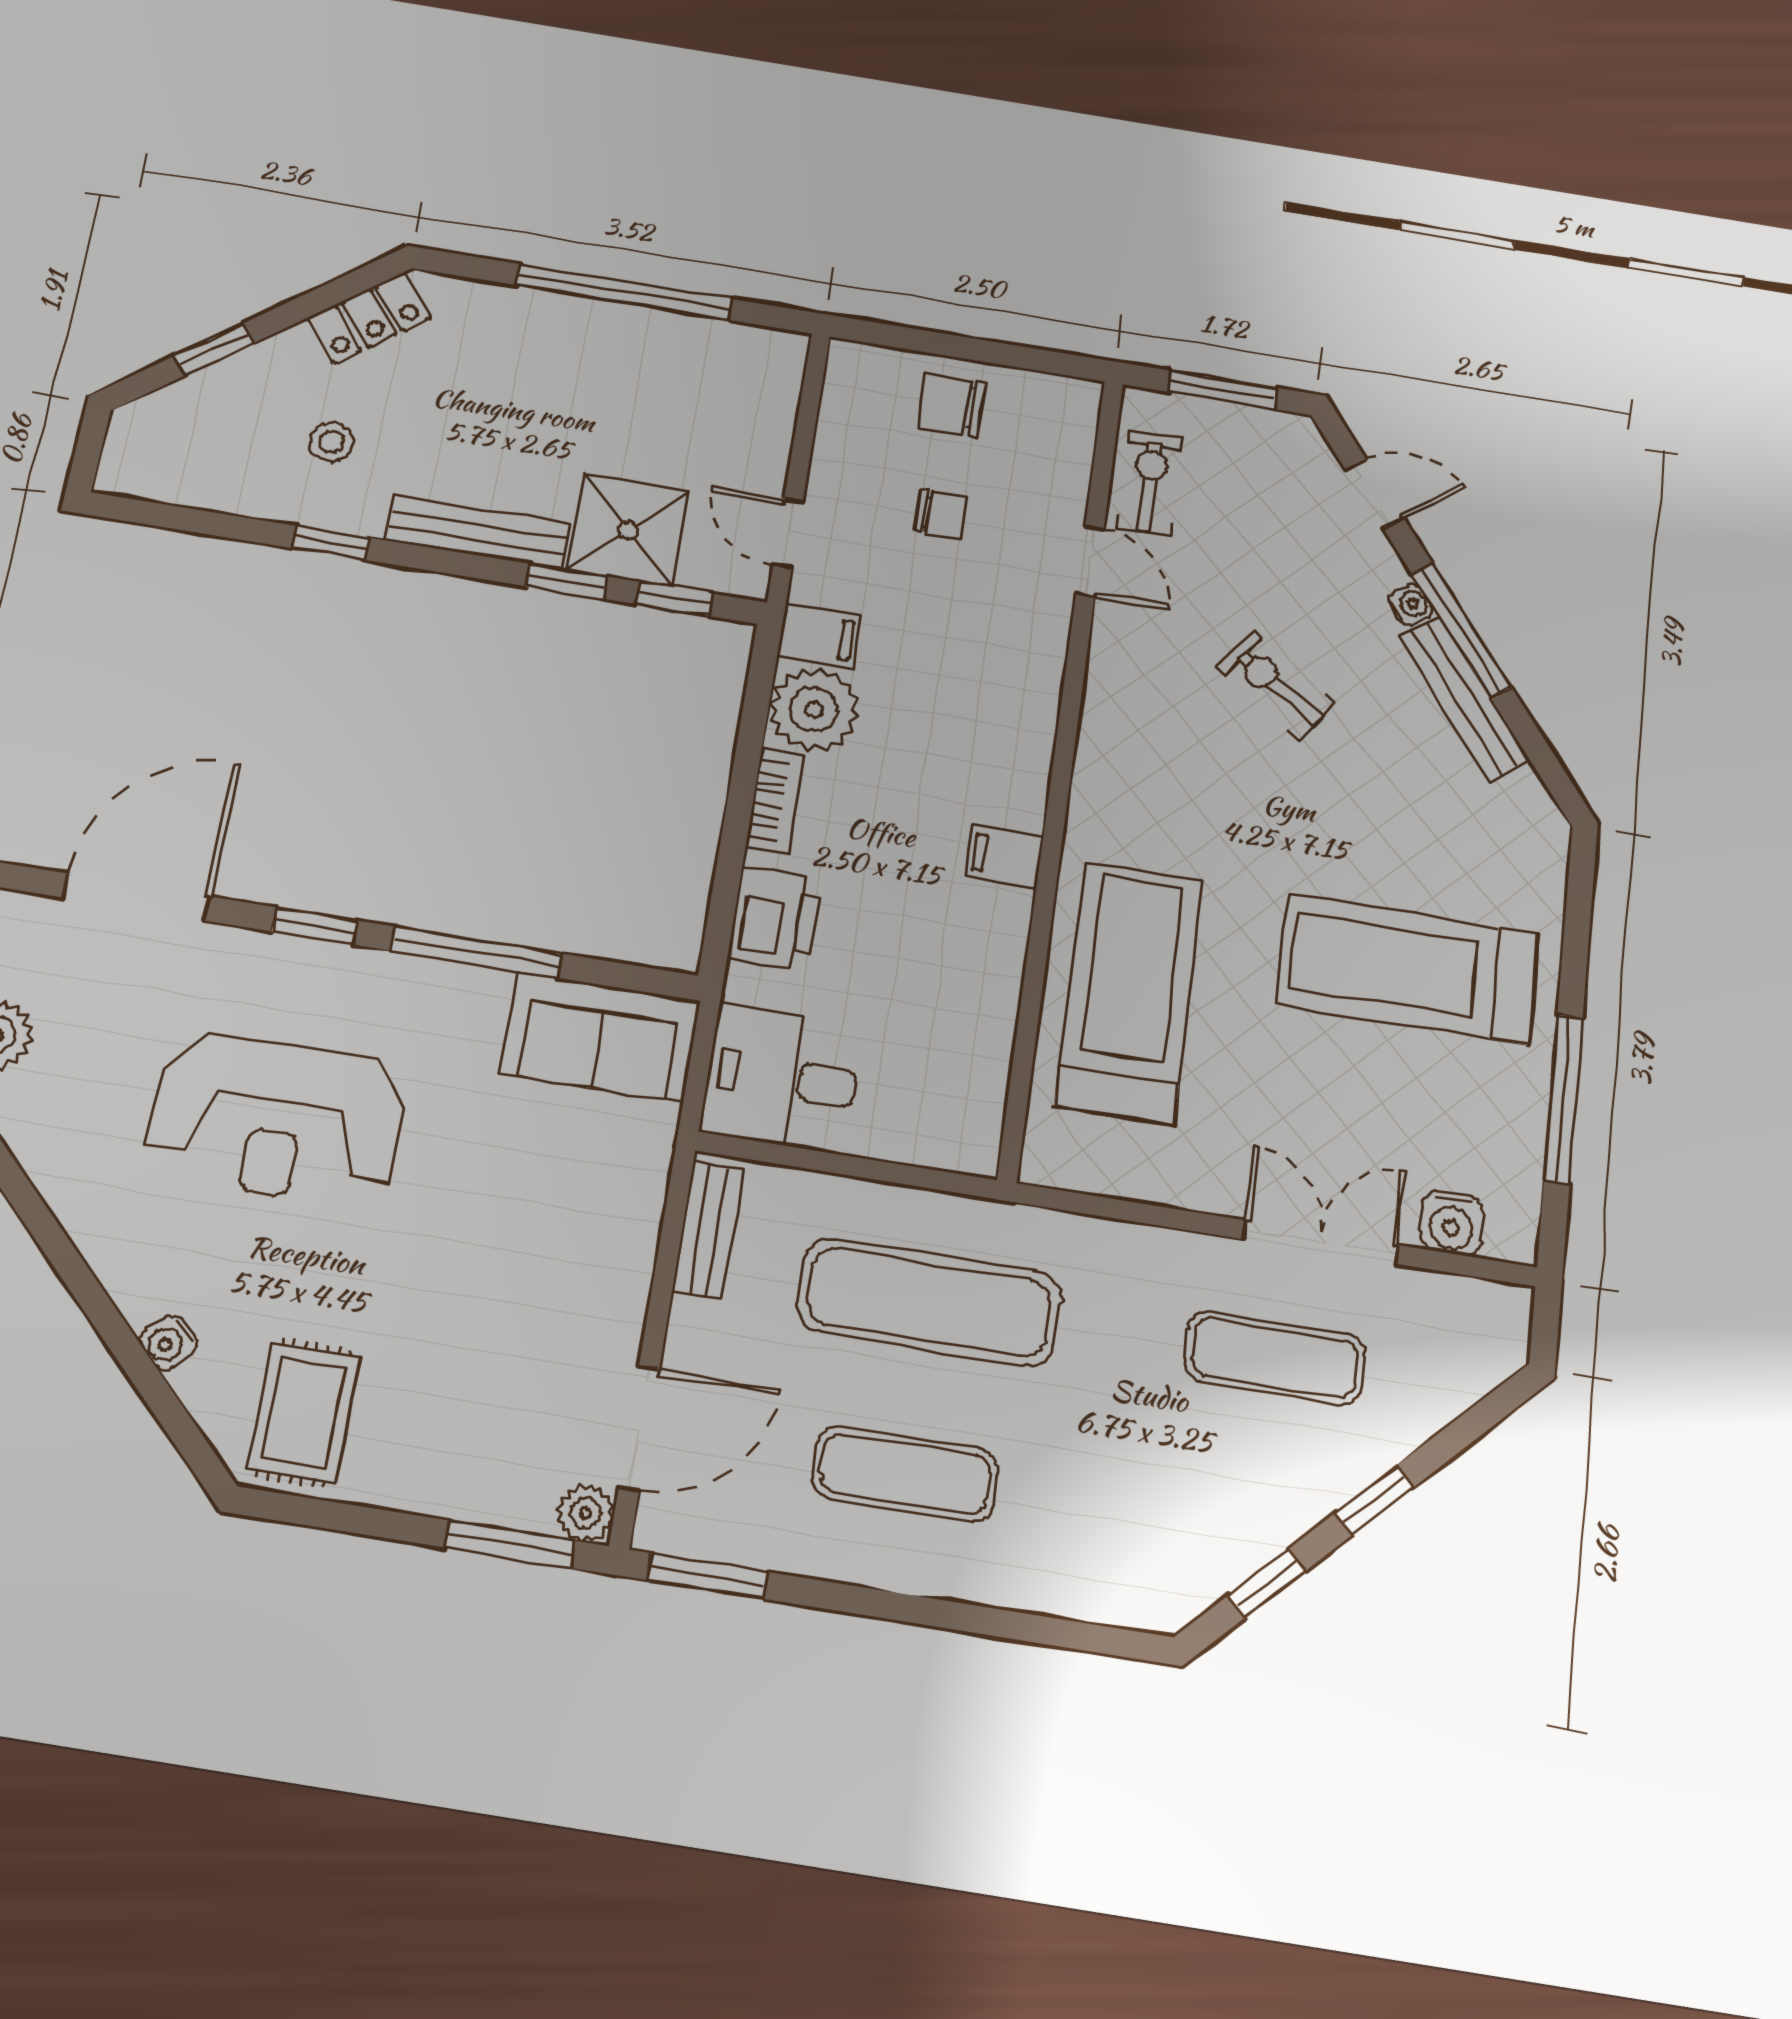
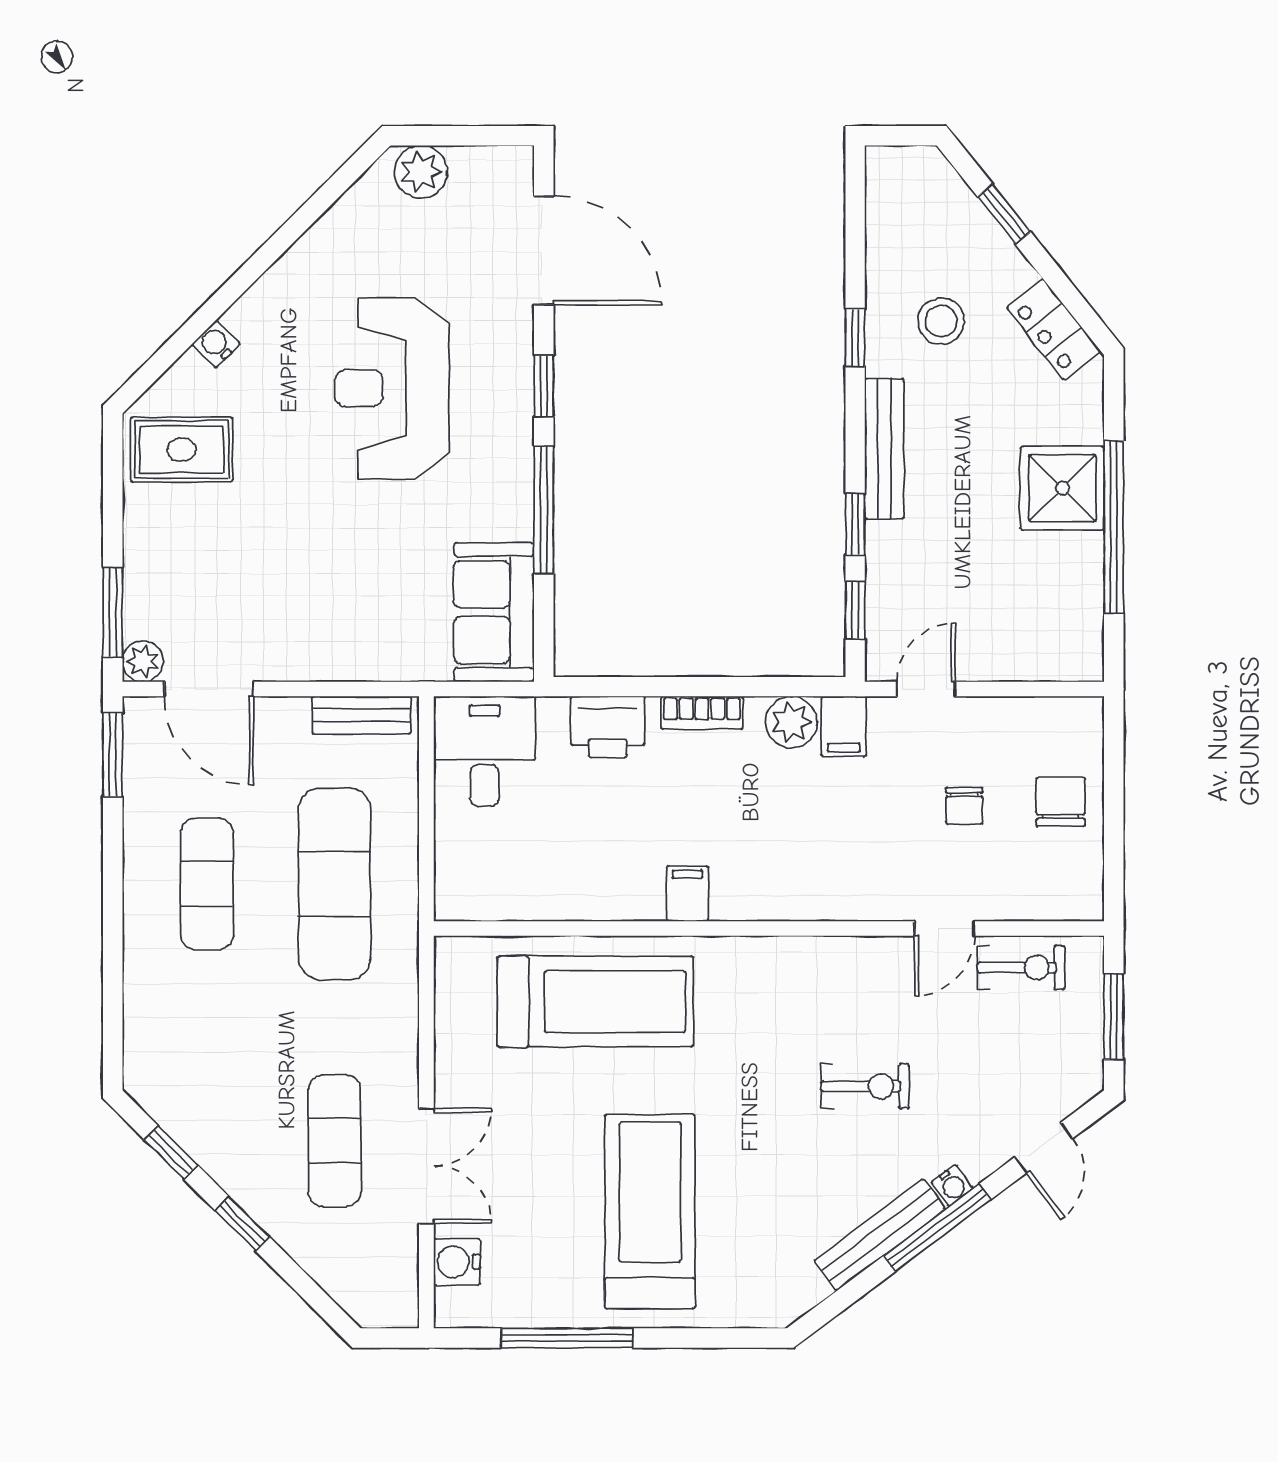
stool: (331, 442) -> (941, 321), width x1.37, depth x1.37
shower: (628, 531) -> (1062, 488), moved
exercise bike: (1276, 685) -> (865, 1086), turned 55
plant: (814, 709) -> (791, 722), width x0.73, depth x0.73

